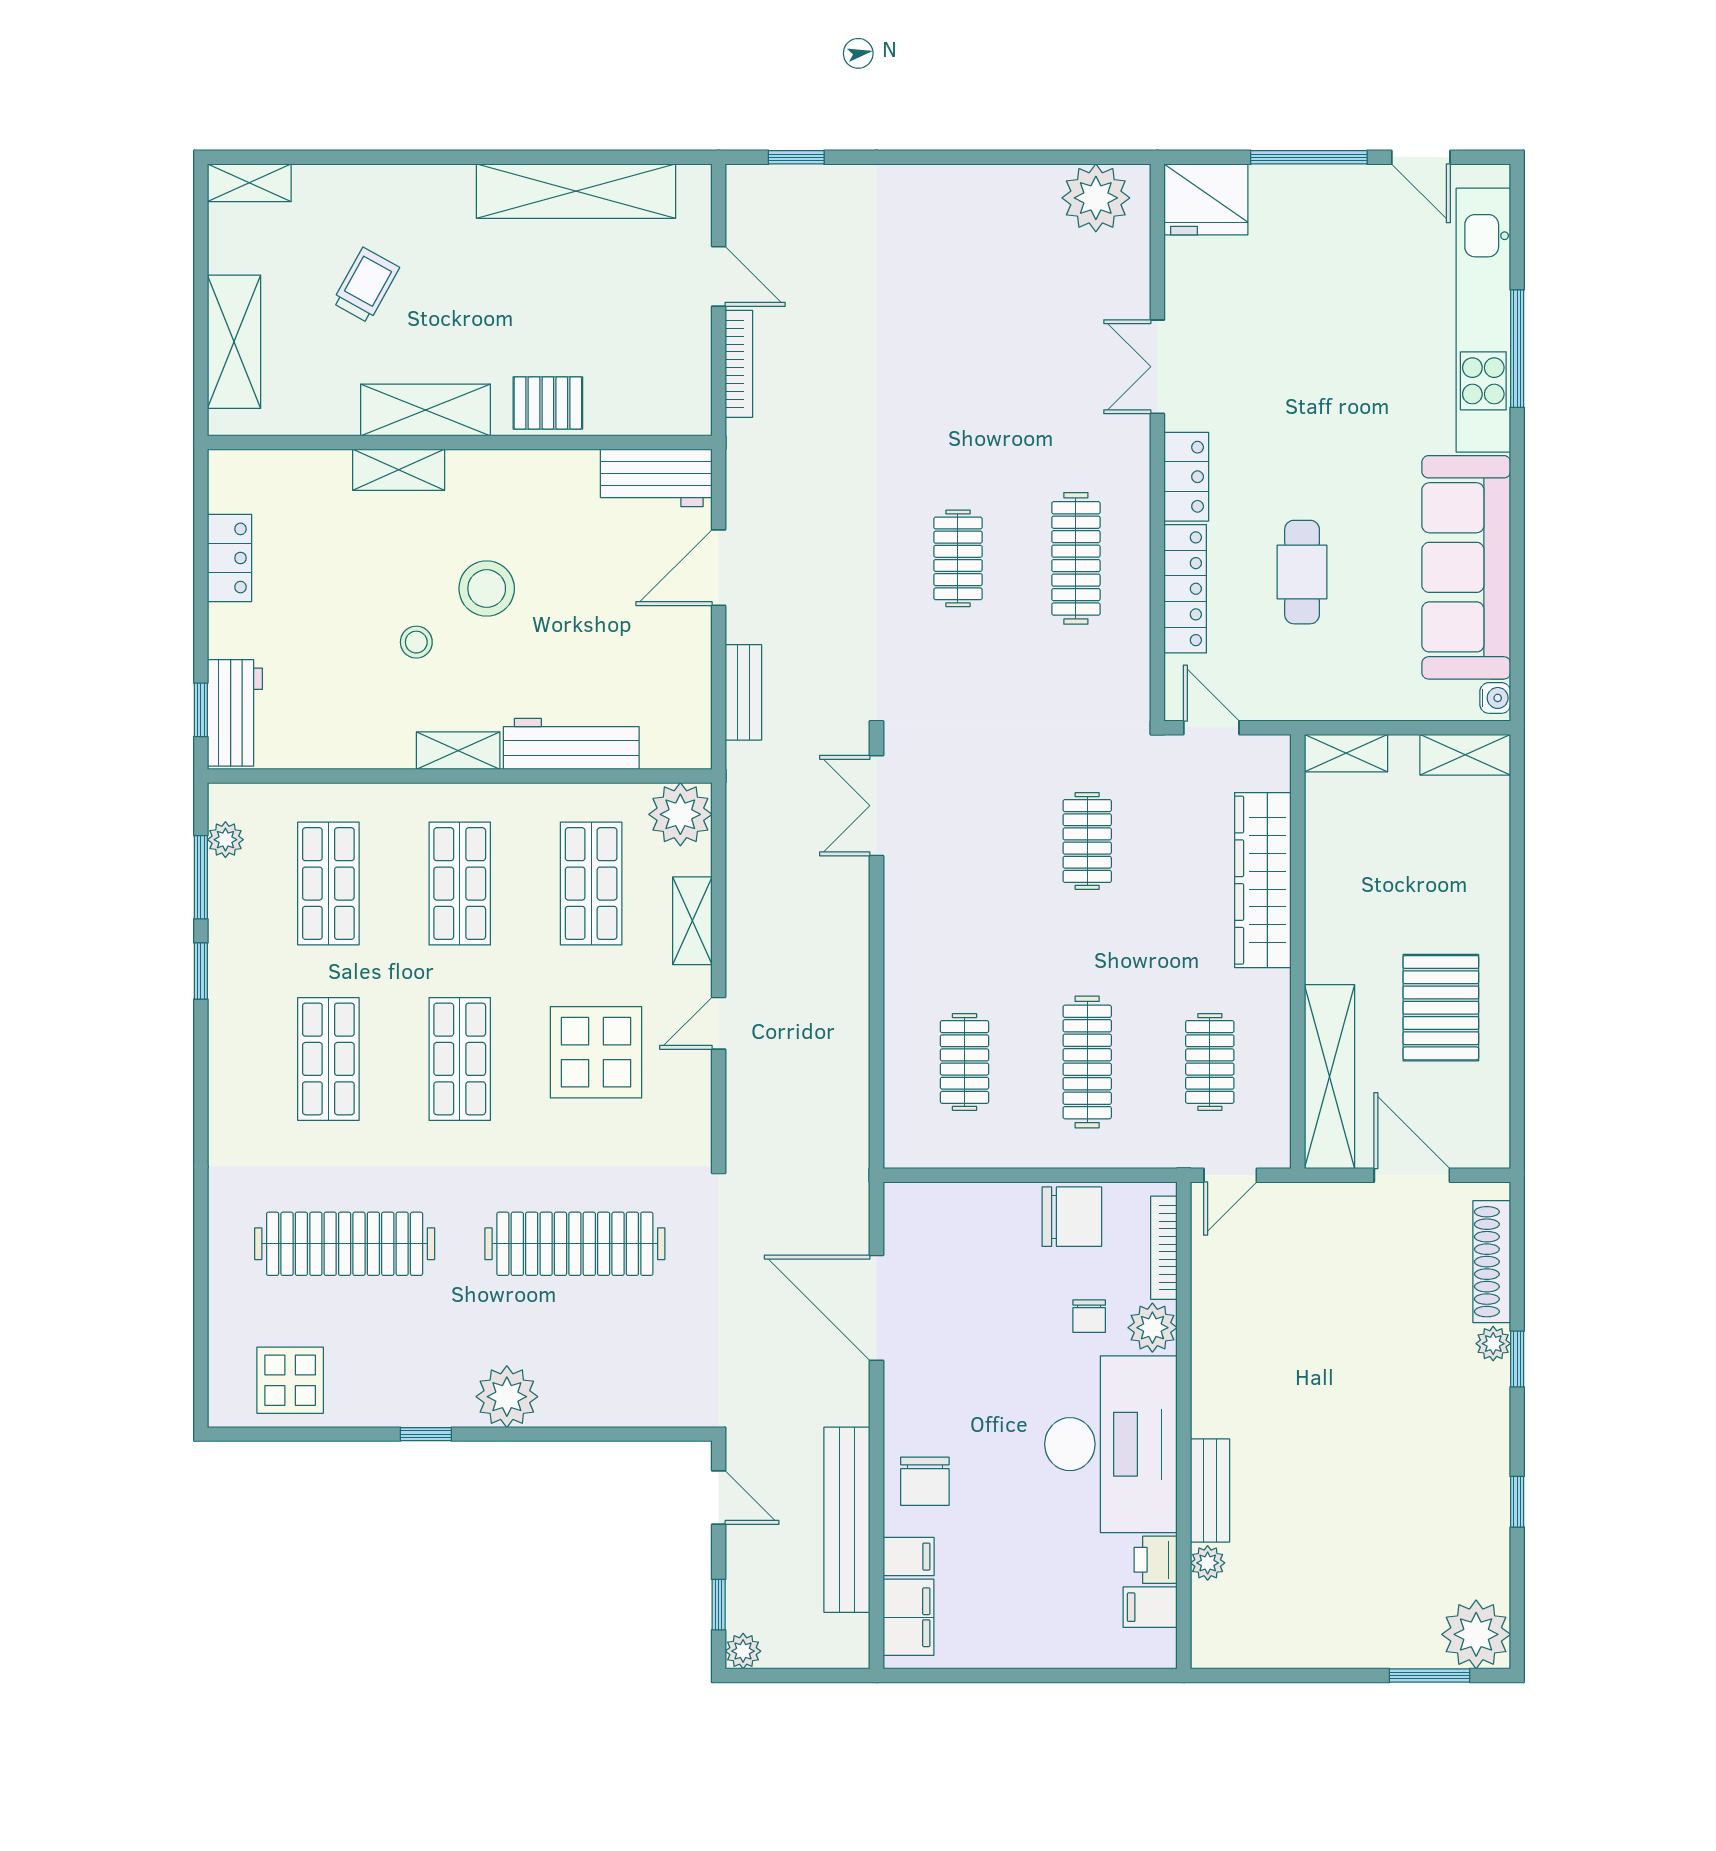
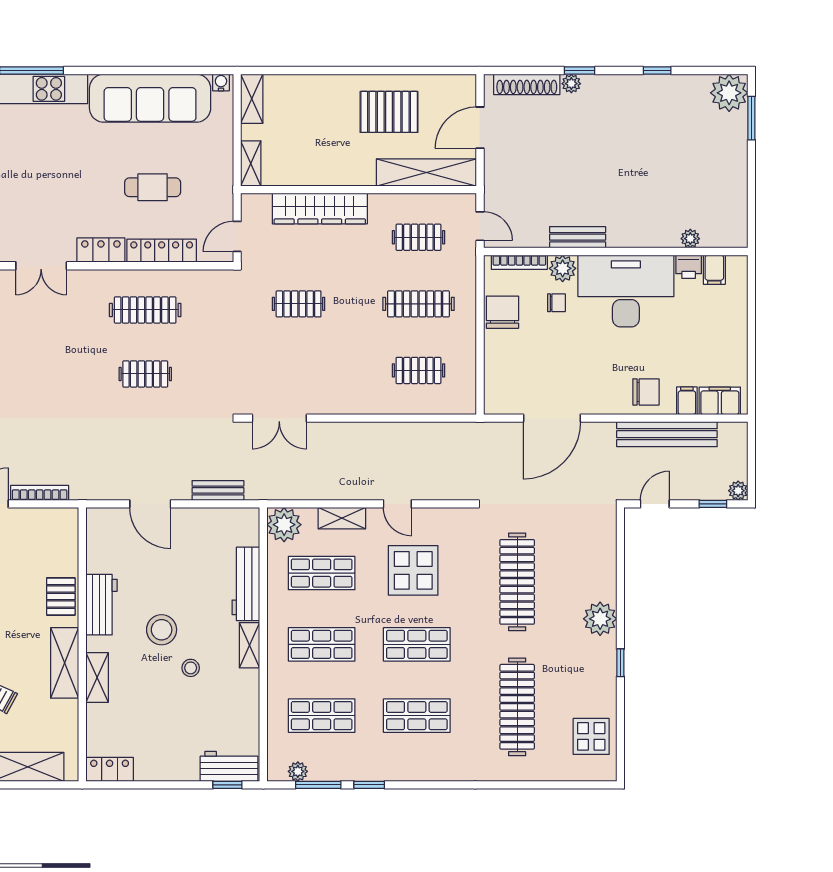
workbench: (656, 478) -> (102, 605), moved
locker: (229, 558) -> (110, 769), moved
bench: (1210, 1490) -> (578, 237), moved

